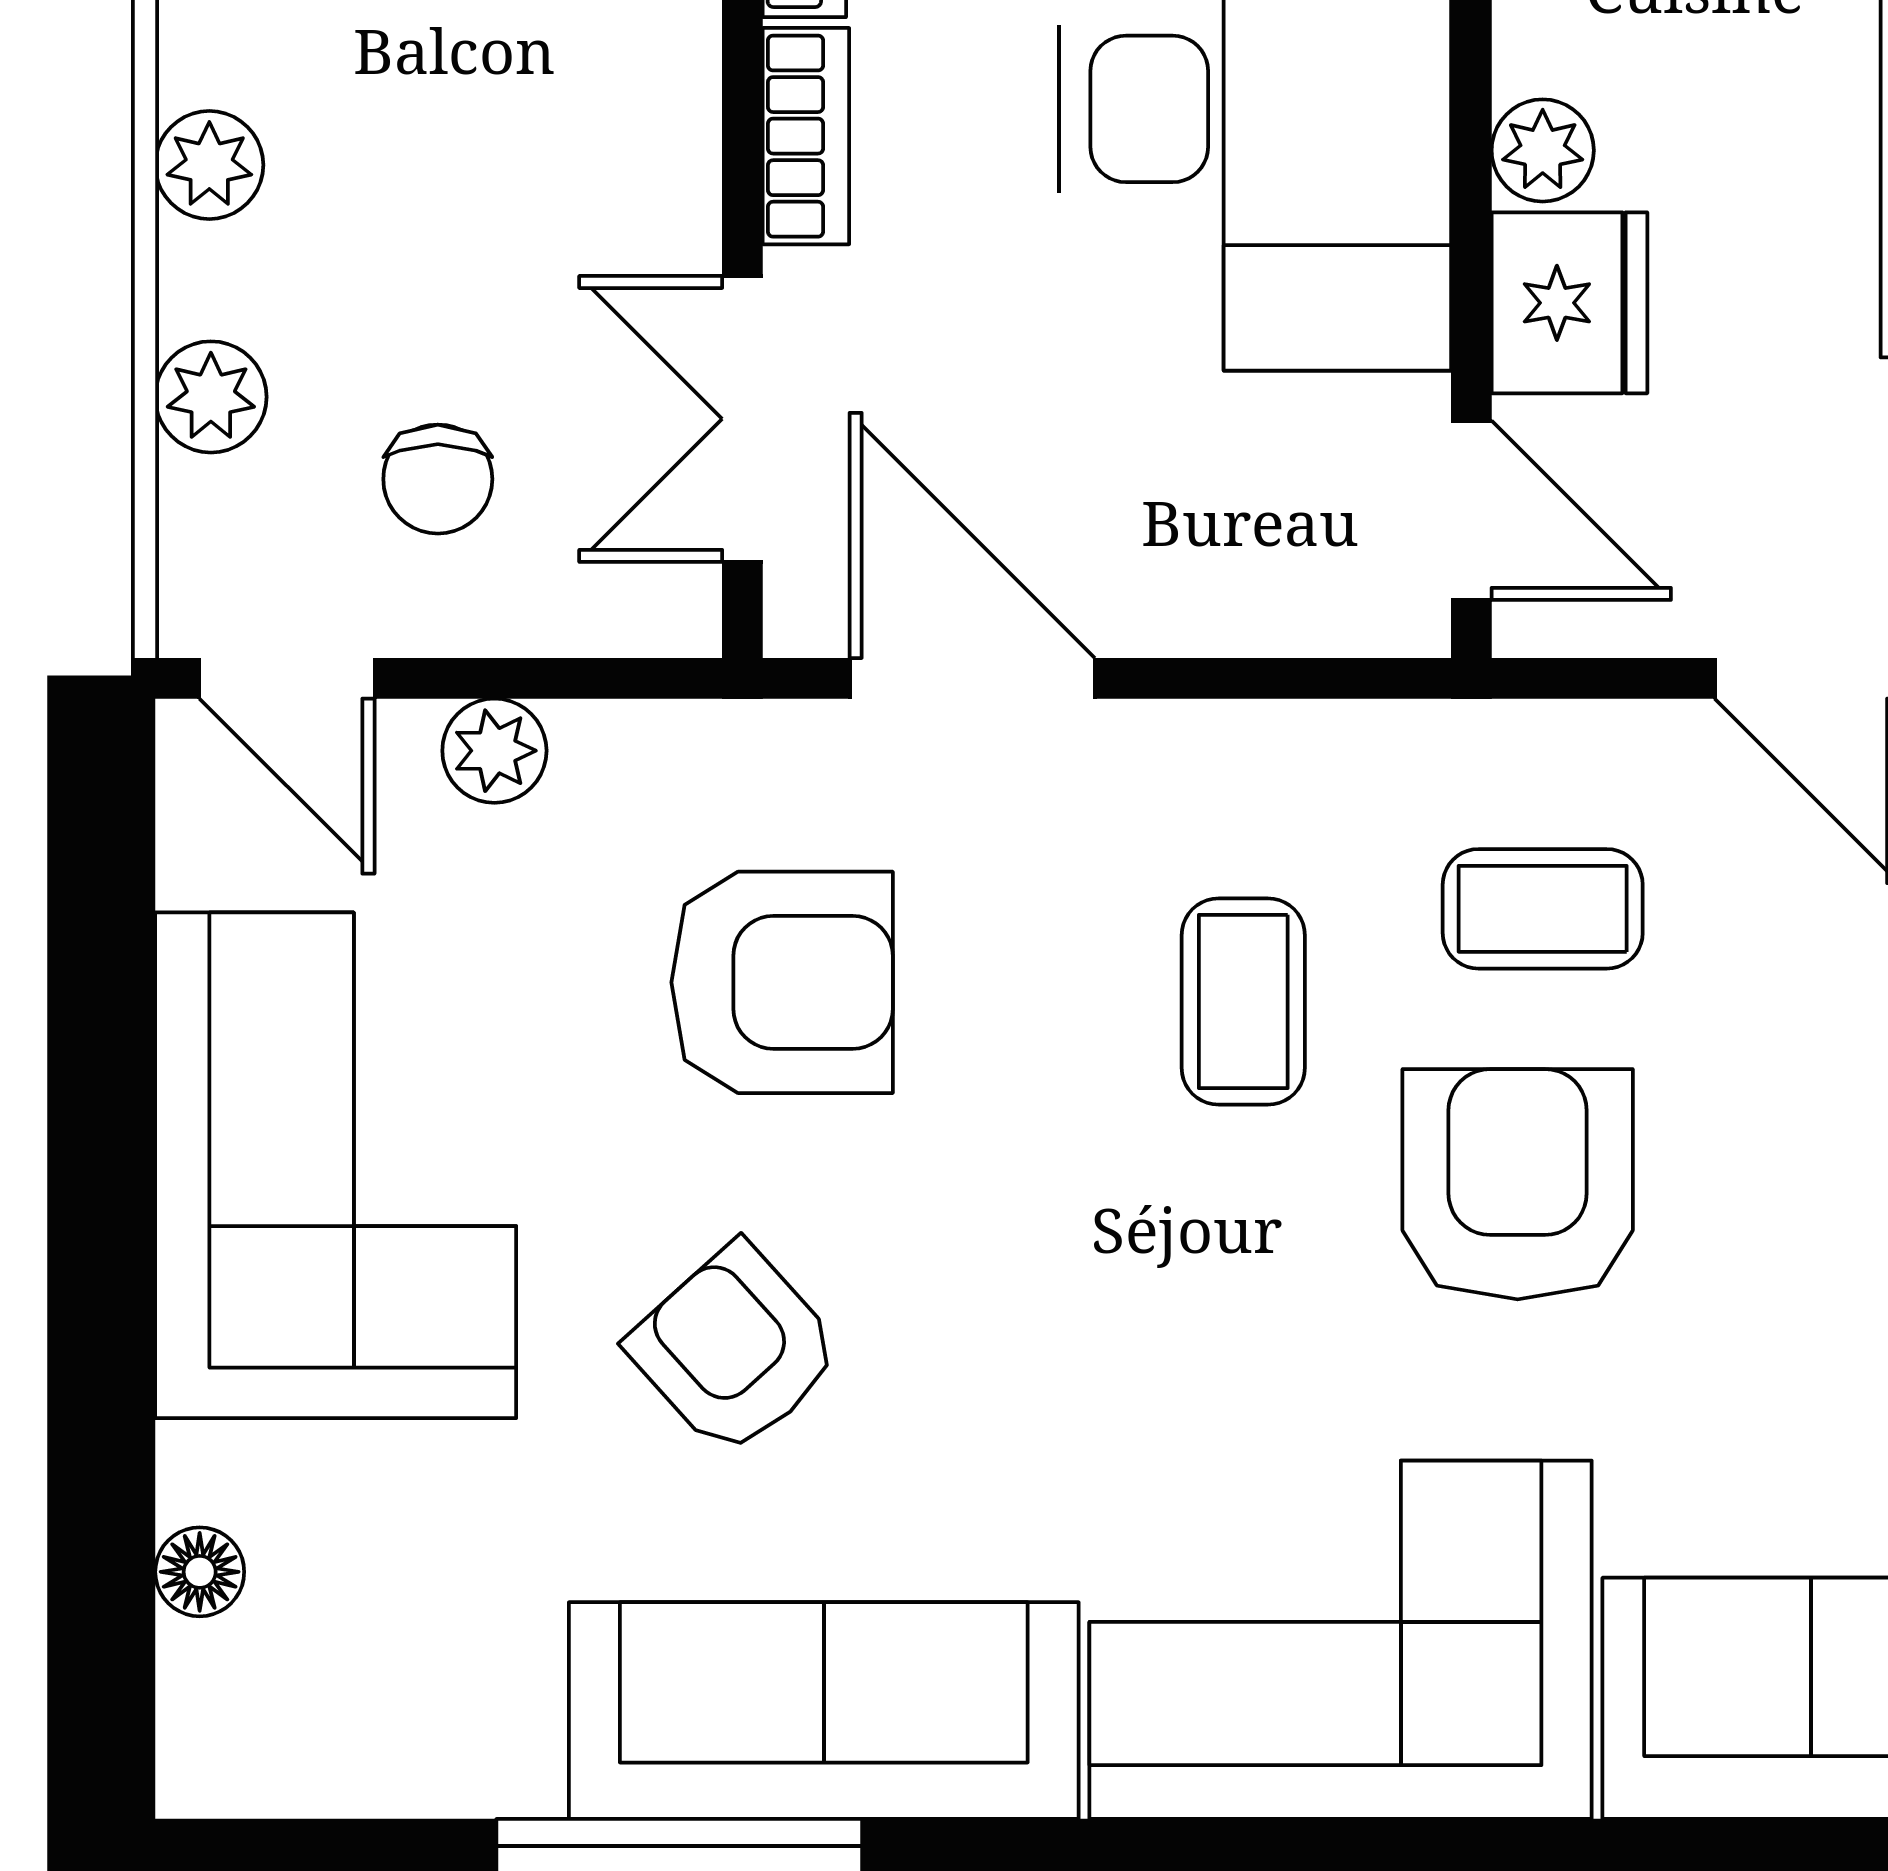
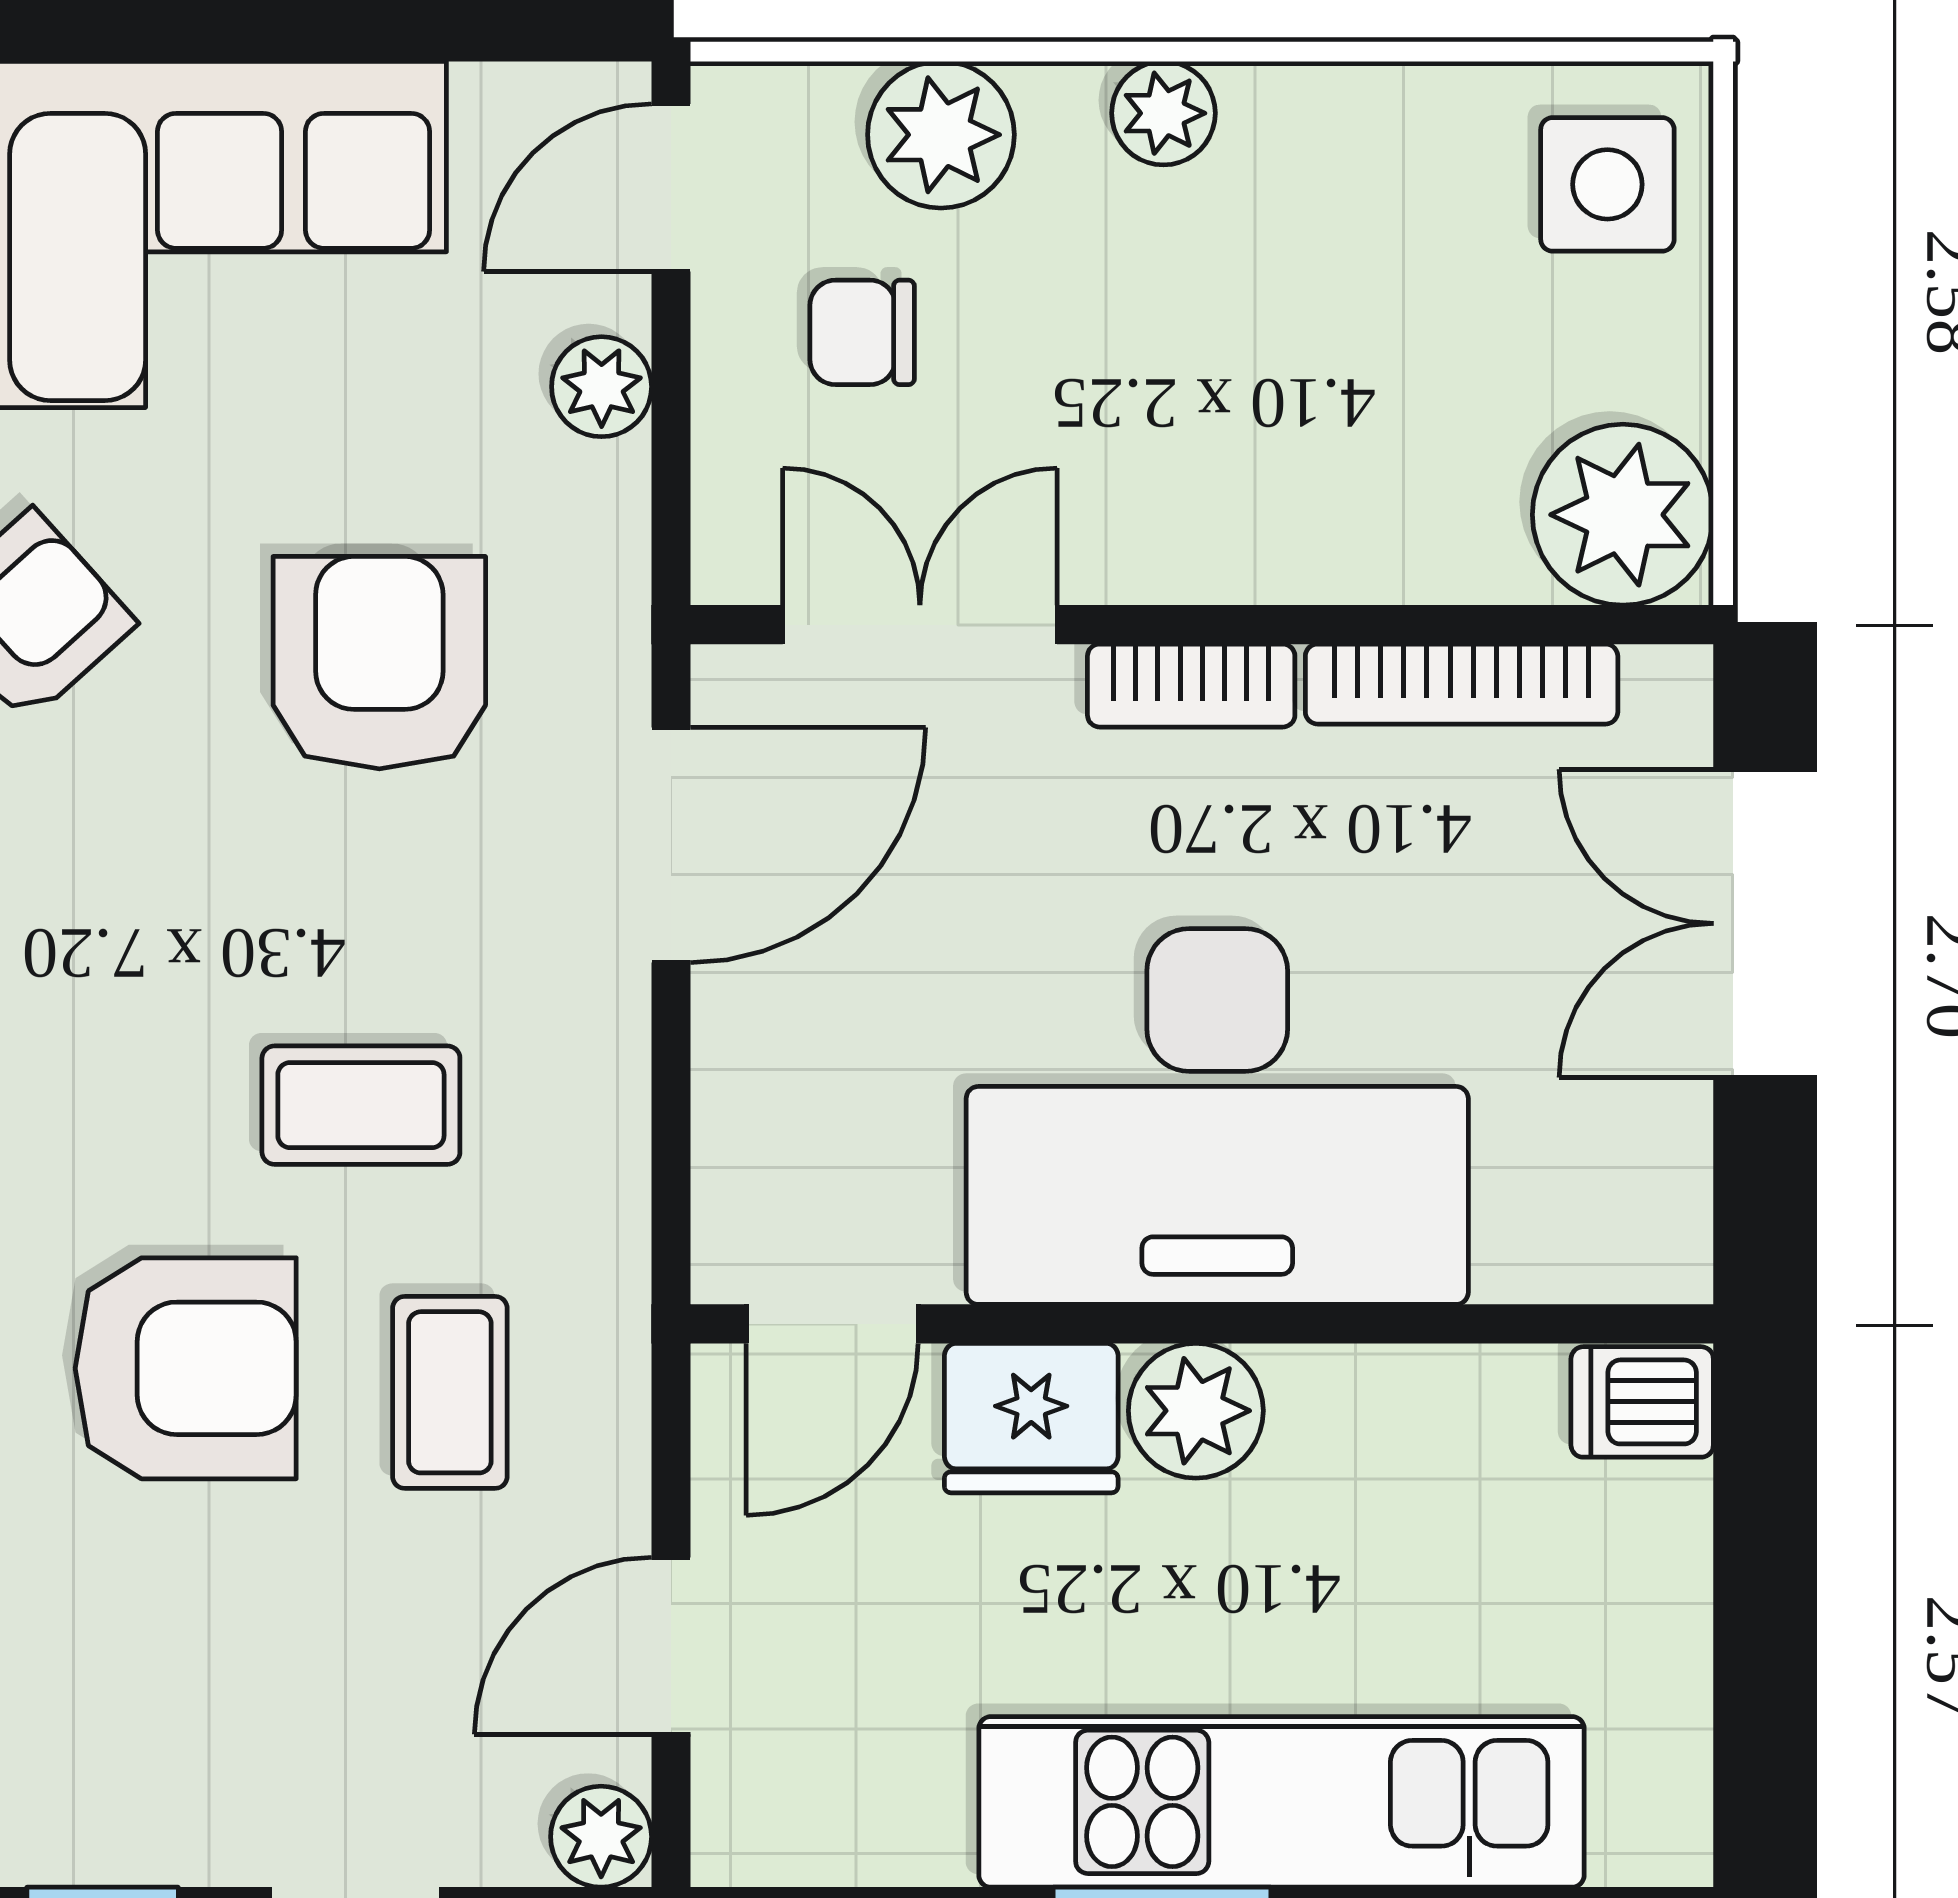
plant: (1543, 150) -> (1196, 1411), width x1.38, depth x1.38
plant: (211, 397) -> (941, 135), width x1.38, depth x1.38
armchair: (782, 982) -> (379, 663), turned 180

